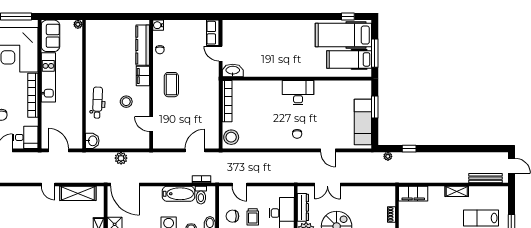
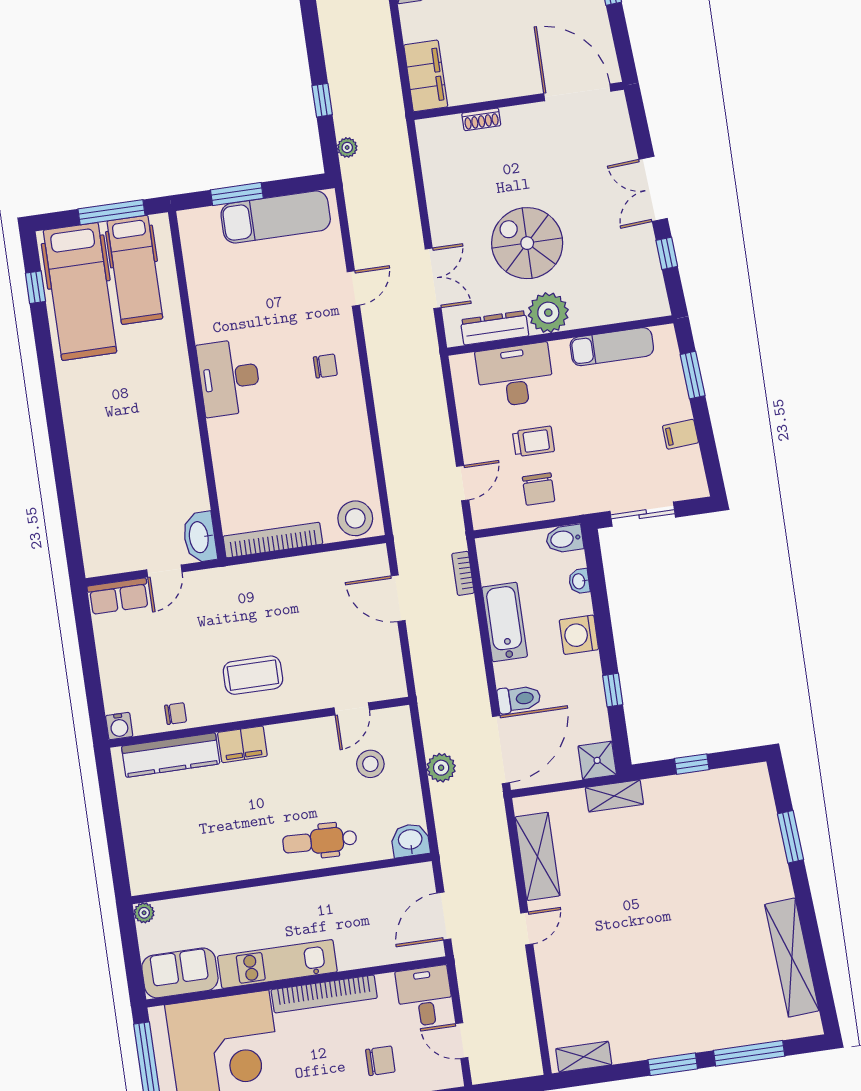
stool: (126, 102) -> (370, 764), moved
toilet: (201, 195) -> (519, 699), moved

